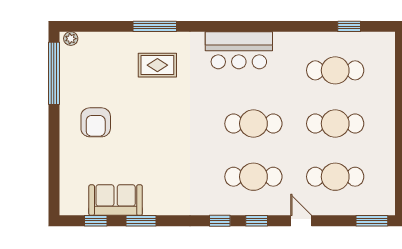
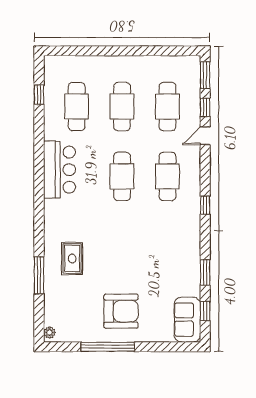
window: (155, 26) -> (39, 275), moved
bar counter: (239, 50) -> (59, 170), moved
window: (54, 73) -> (108, 347), moved
armchair: (96, 122) -> (121, 311), width x1.36, depth x1.36
sofa: (116, 200) -> (187, 320), moved
window: (257, 221) -> (205, 107), moved

